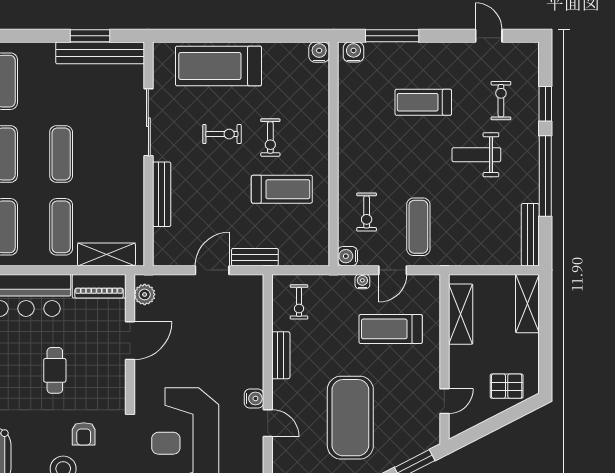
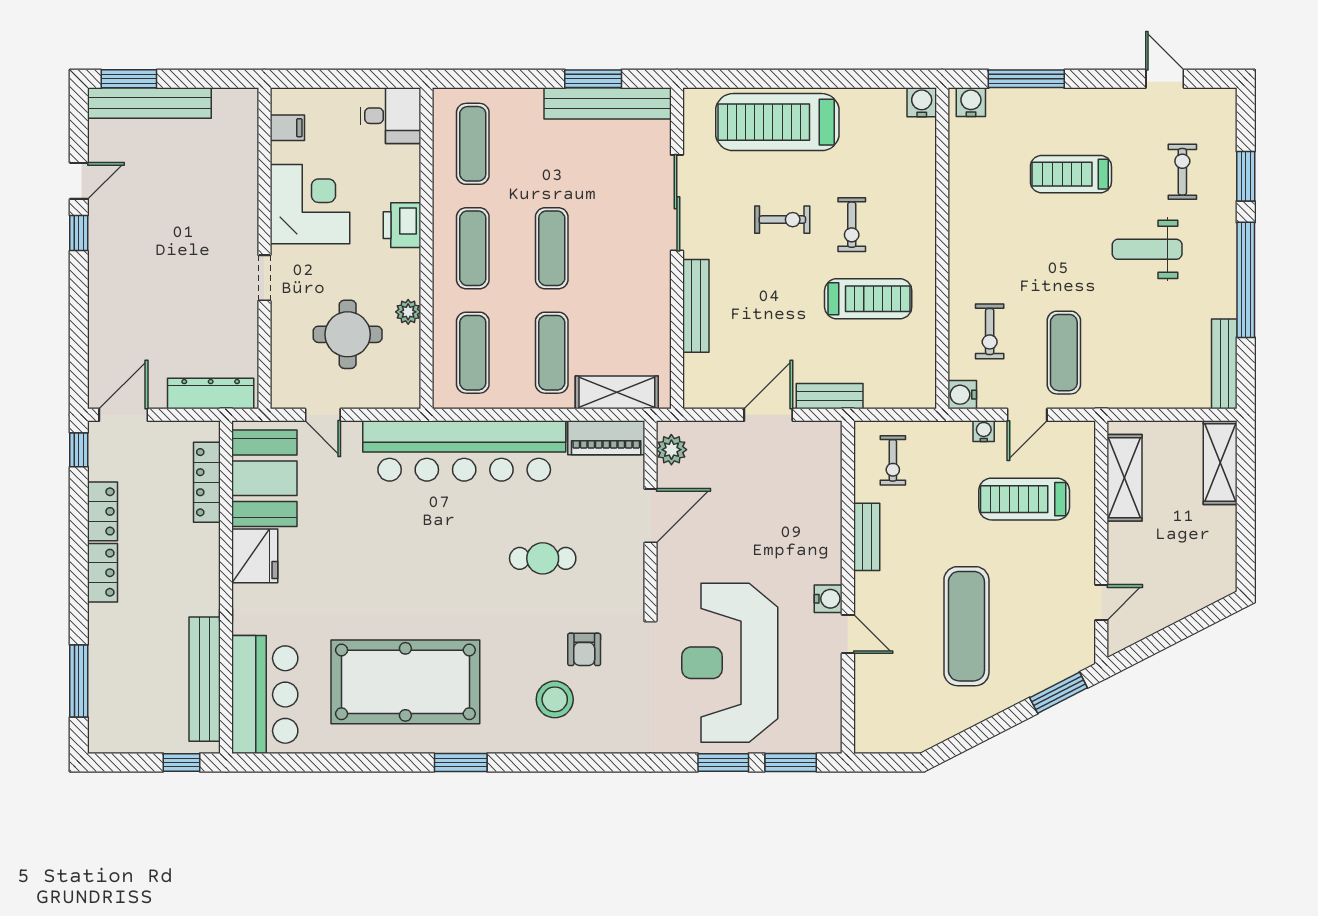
cafe table: (55, 370) -> (543, 558), turned 90
pallet: (507, 386) -> (1190, 581), removed
exercise mat: (350, 418) -> (966, 626), width x0.68

